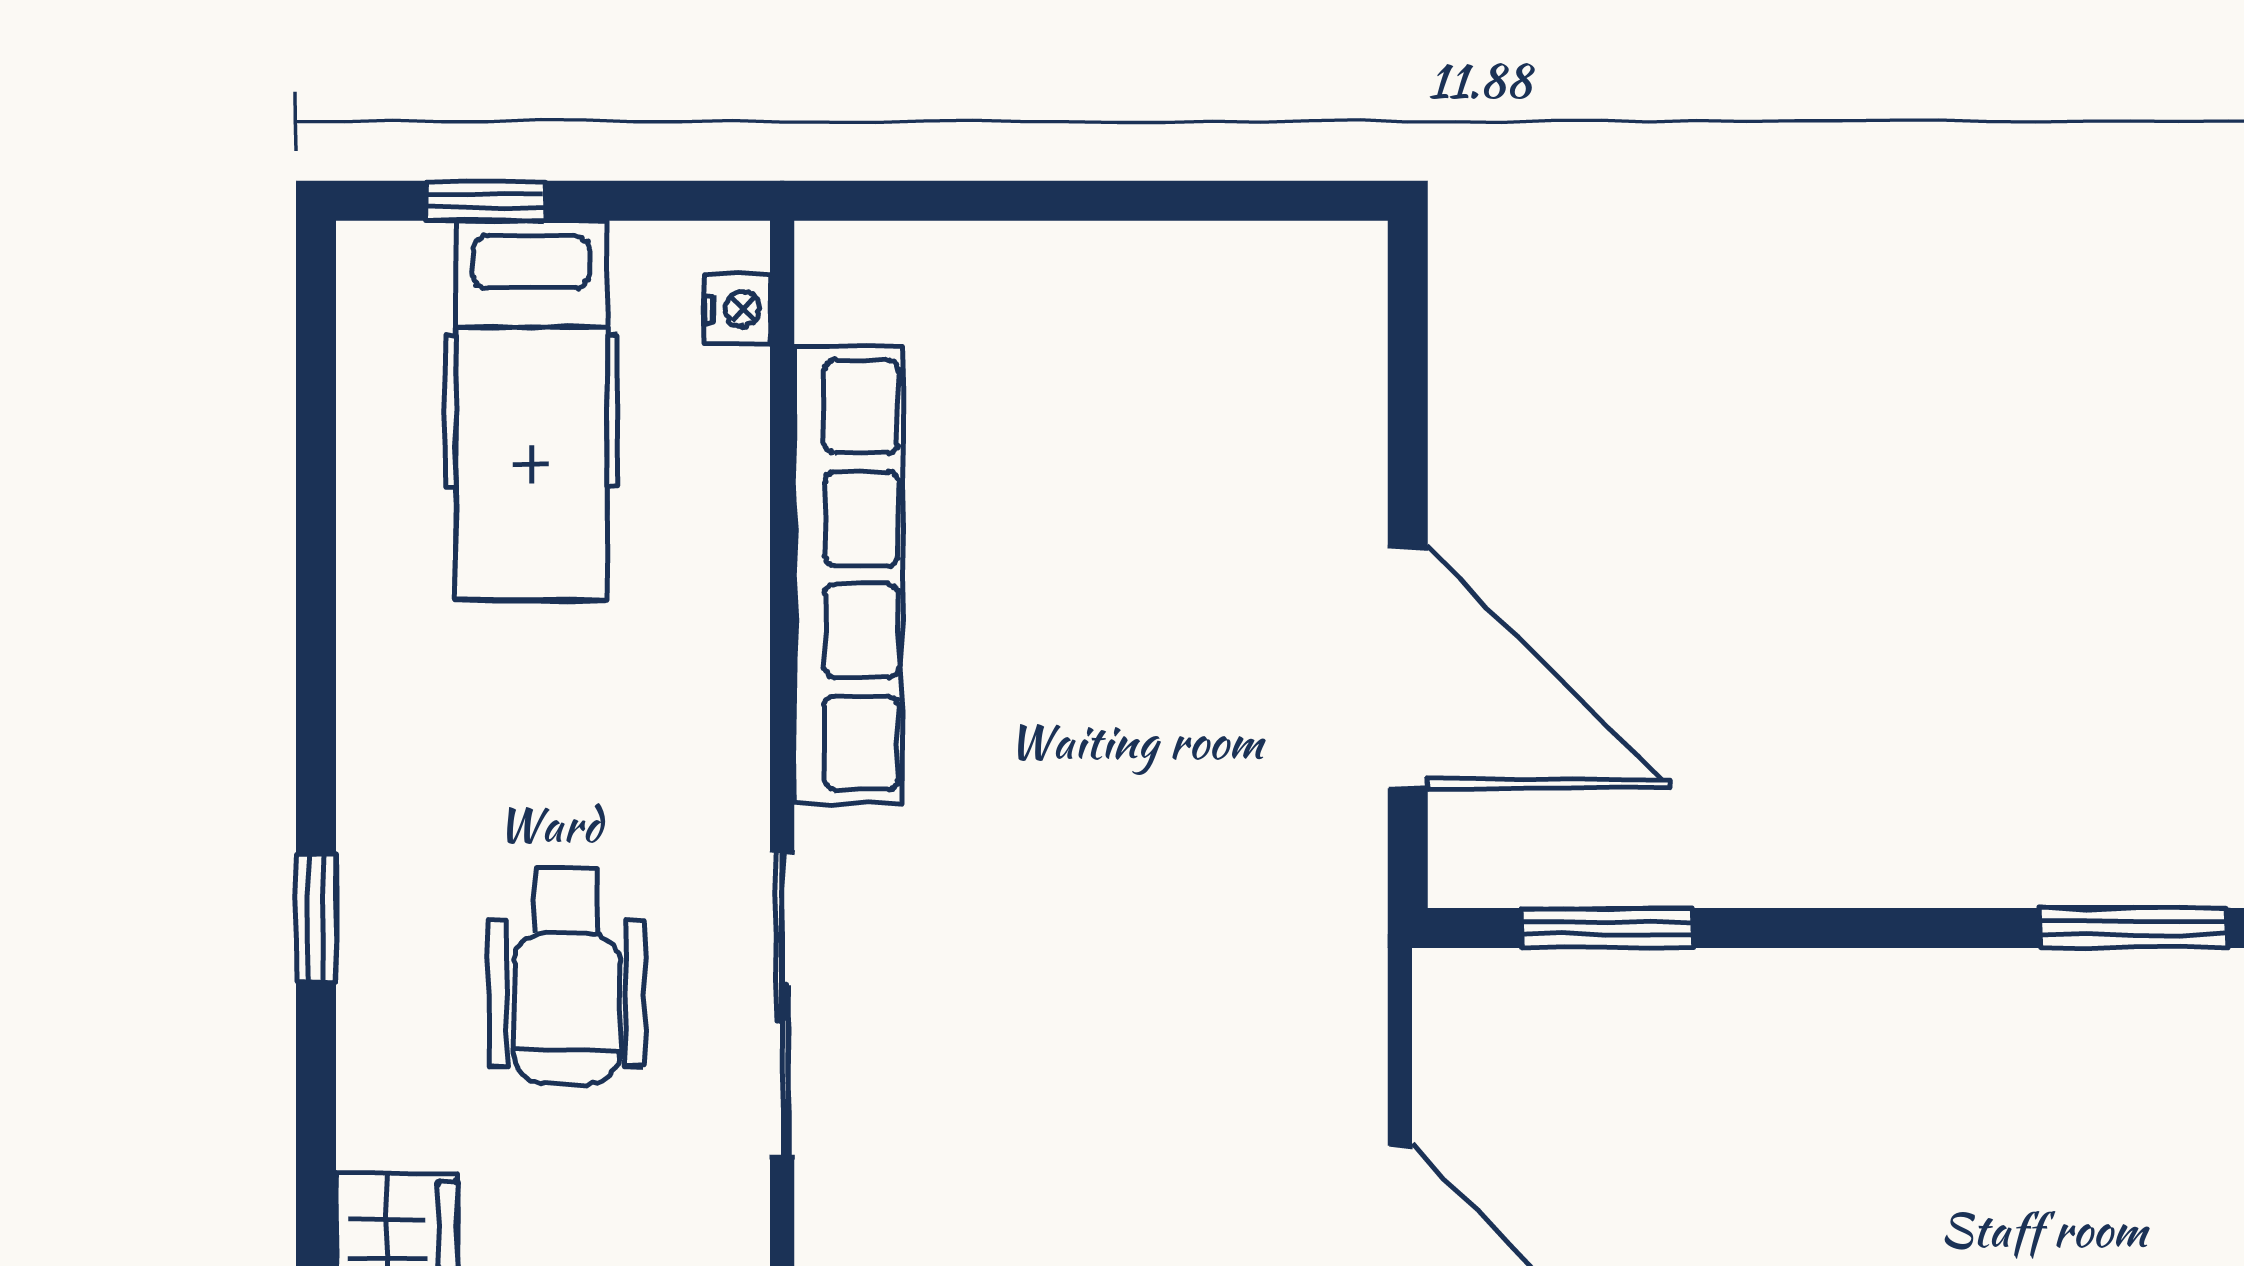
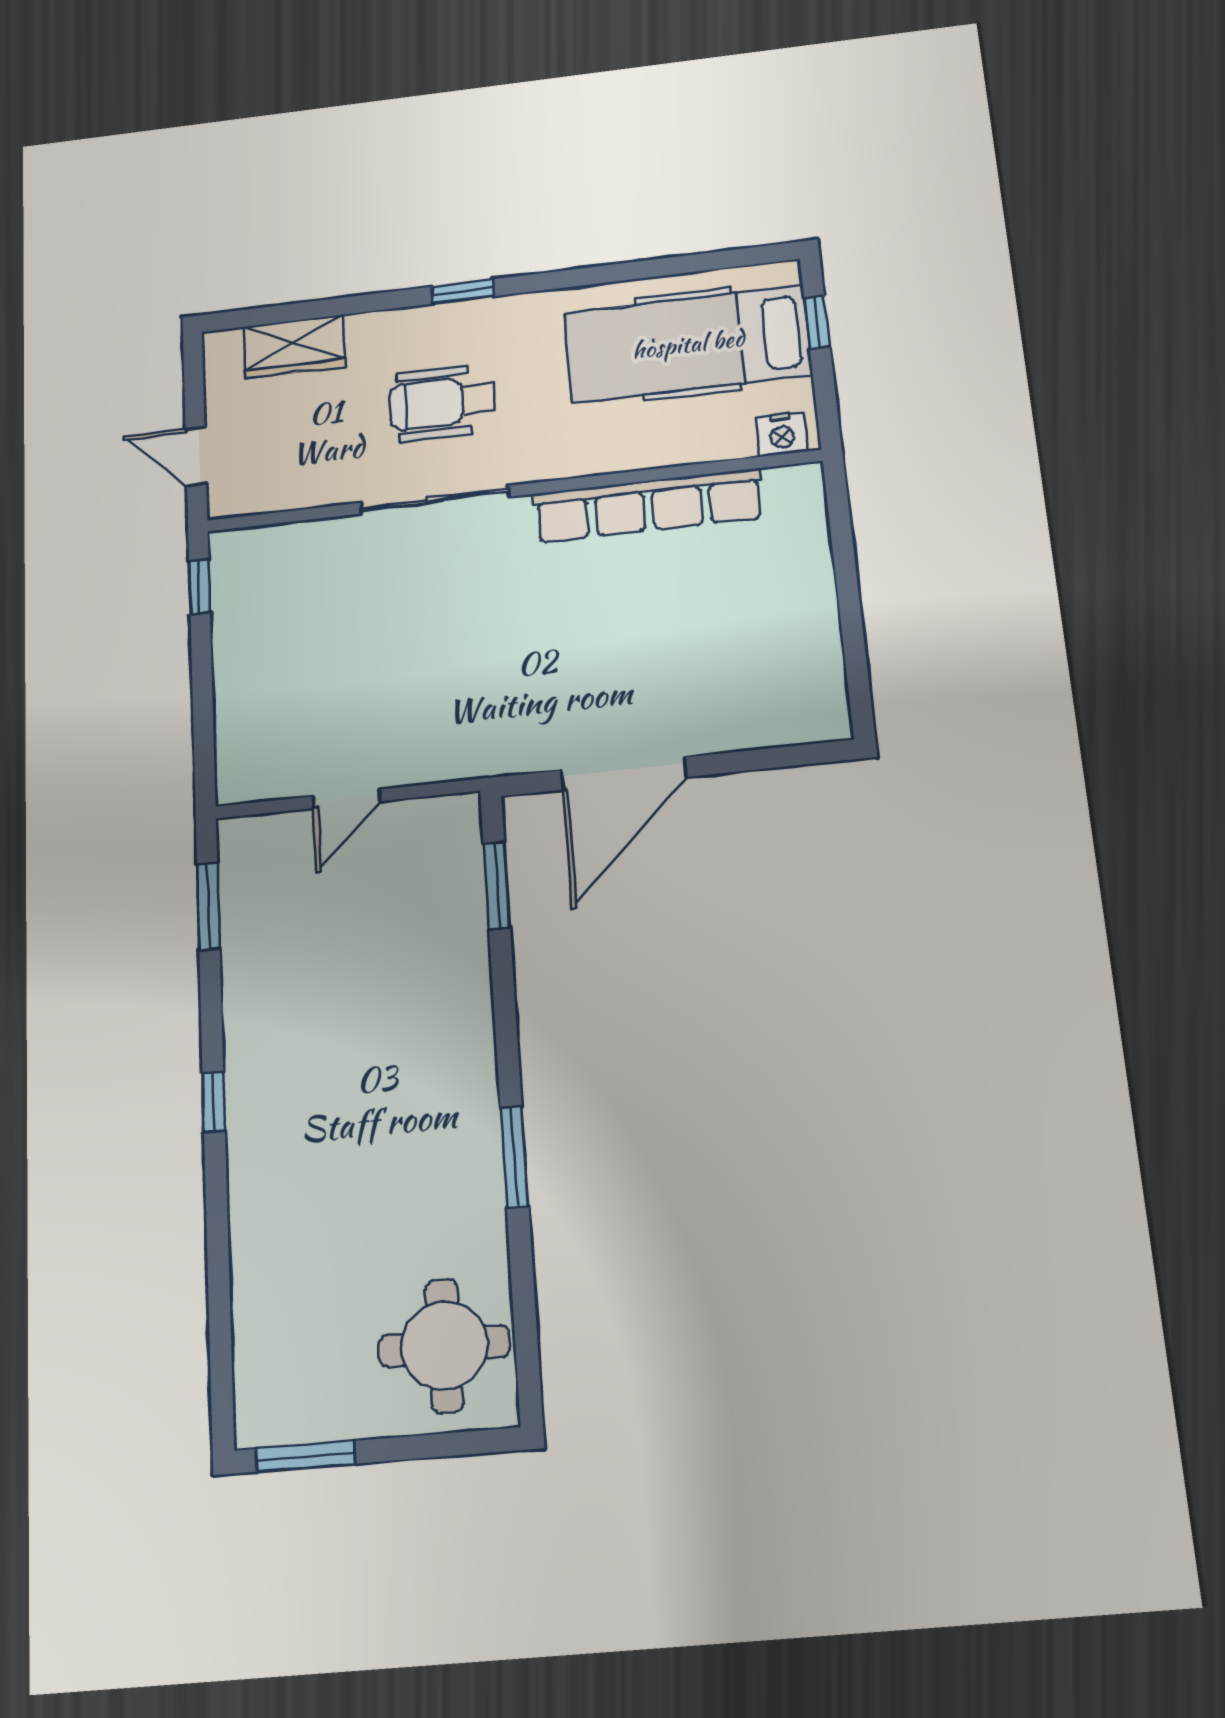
nightstand: (737, 309) -> (782, 434), width x1.39, depth x1.35
hospital bed: (531, 411) -> (688, 344), width x1.37, depth x1.29

